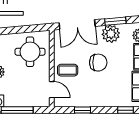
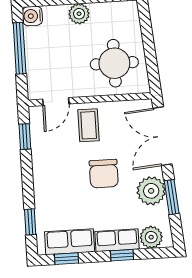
window: (83, 110) -> (25, 137), moved

